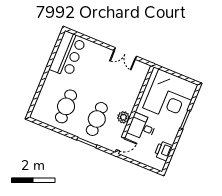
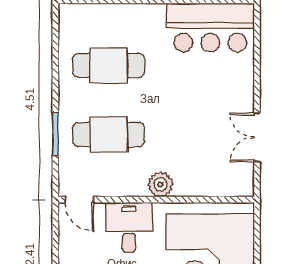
plant: (123, 117) -> (160, 184), moved

